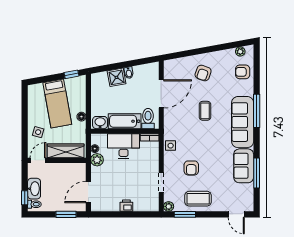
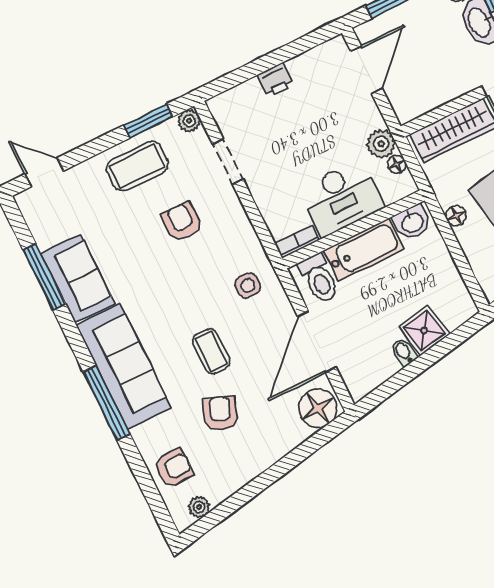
floor lamp: (174, 67) -> (318, 408), added
armchair: (203, 73) -> (220, 413), moved
side table: (171, 146) -> (248, 285), moved

